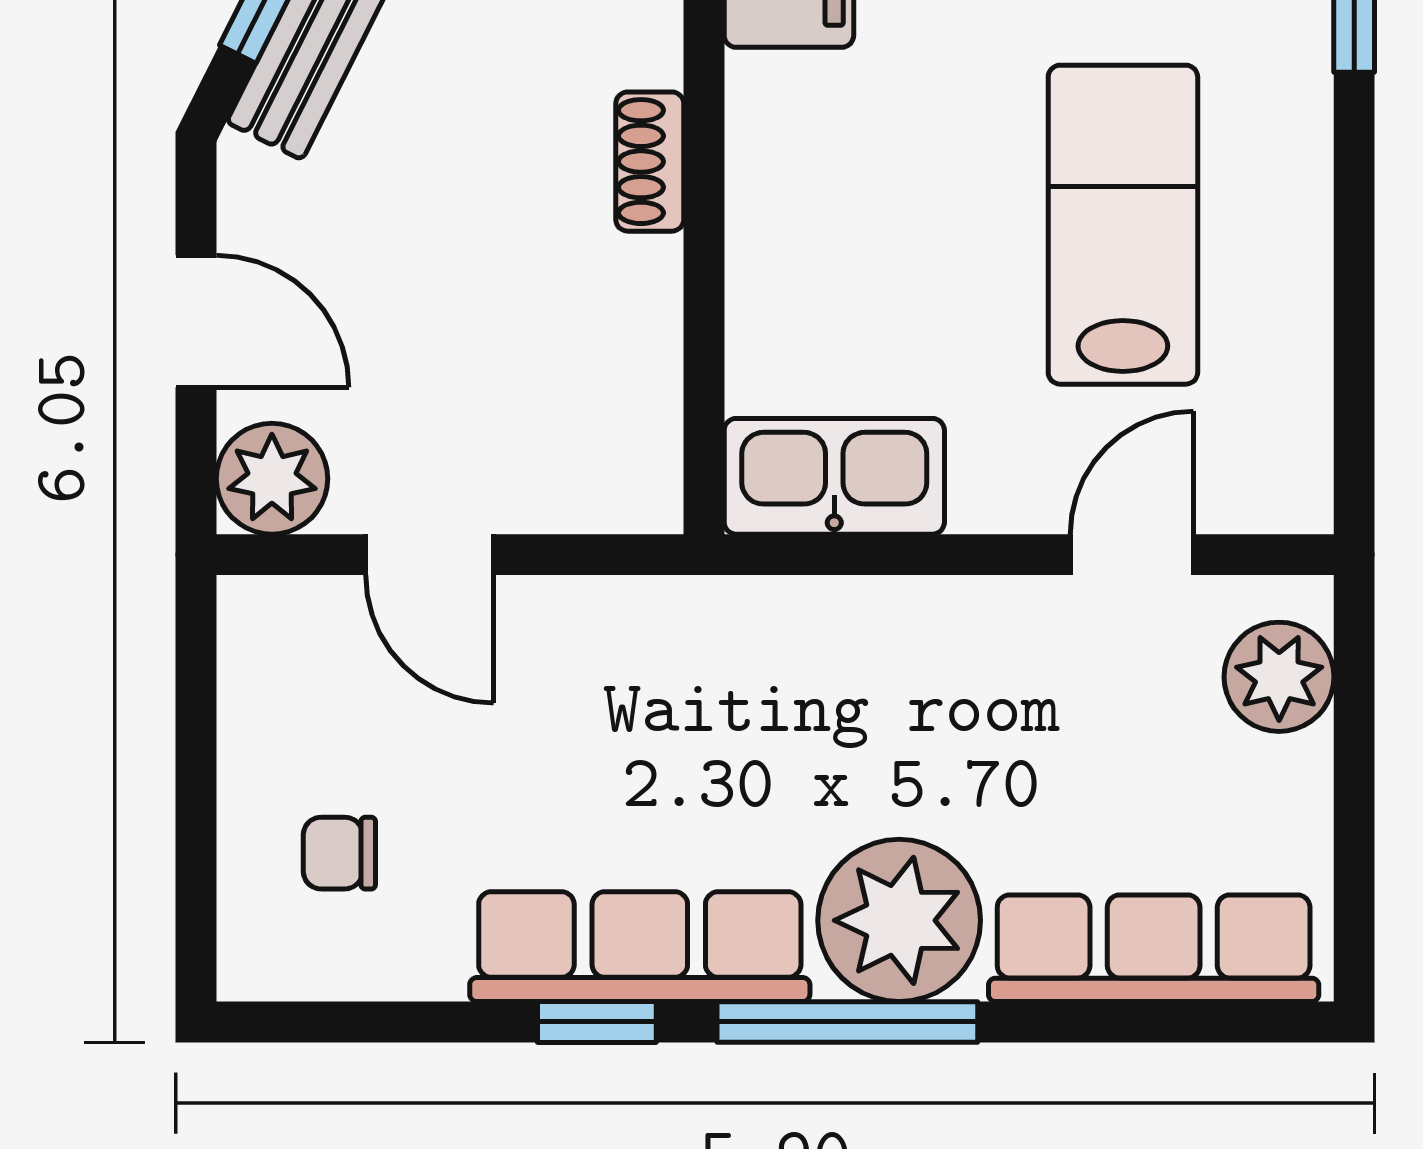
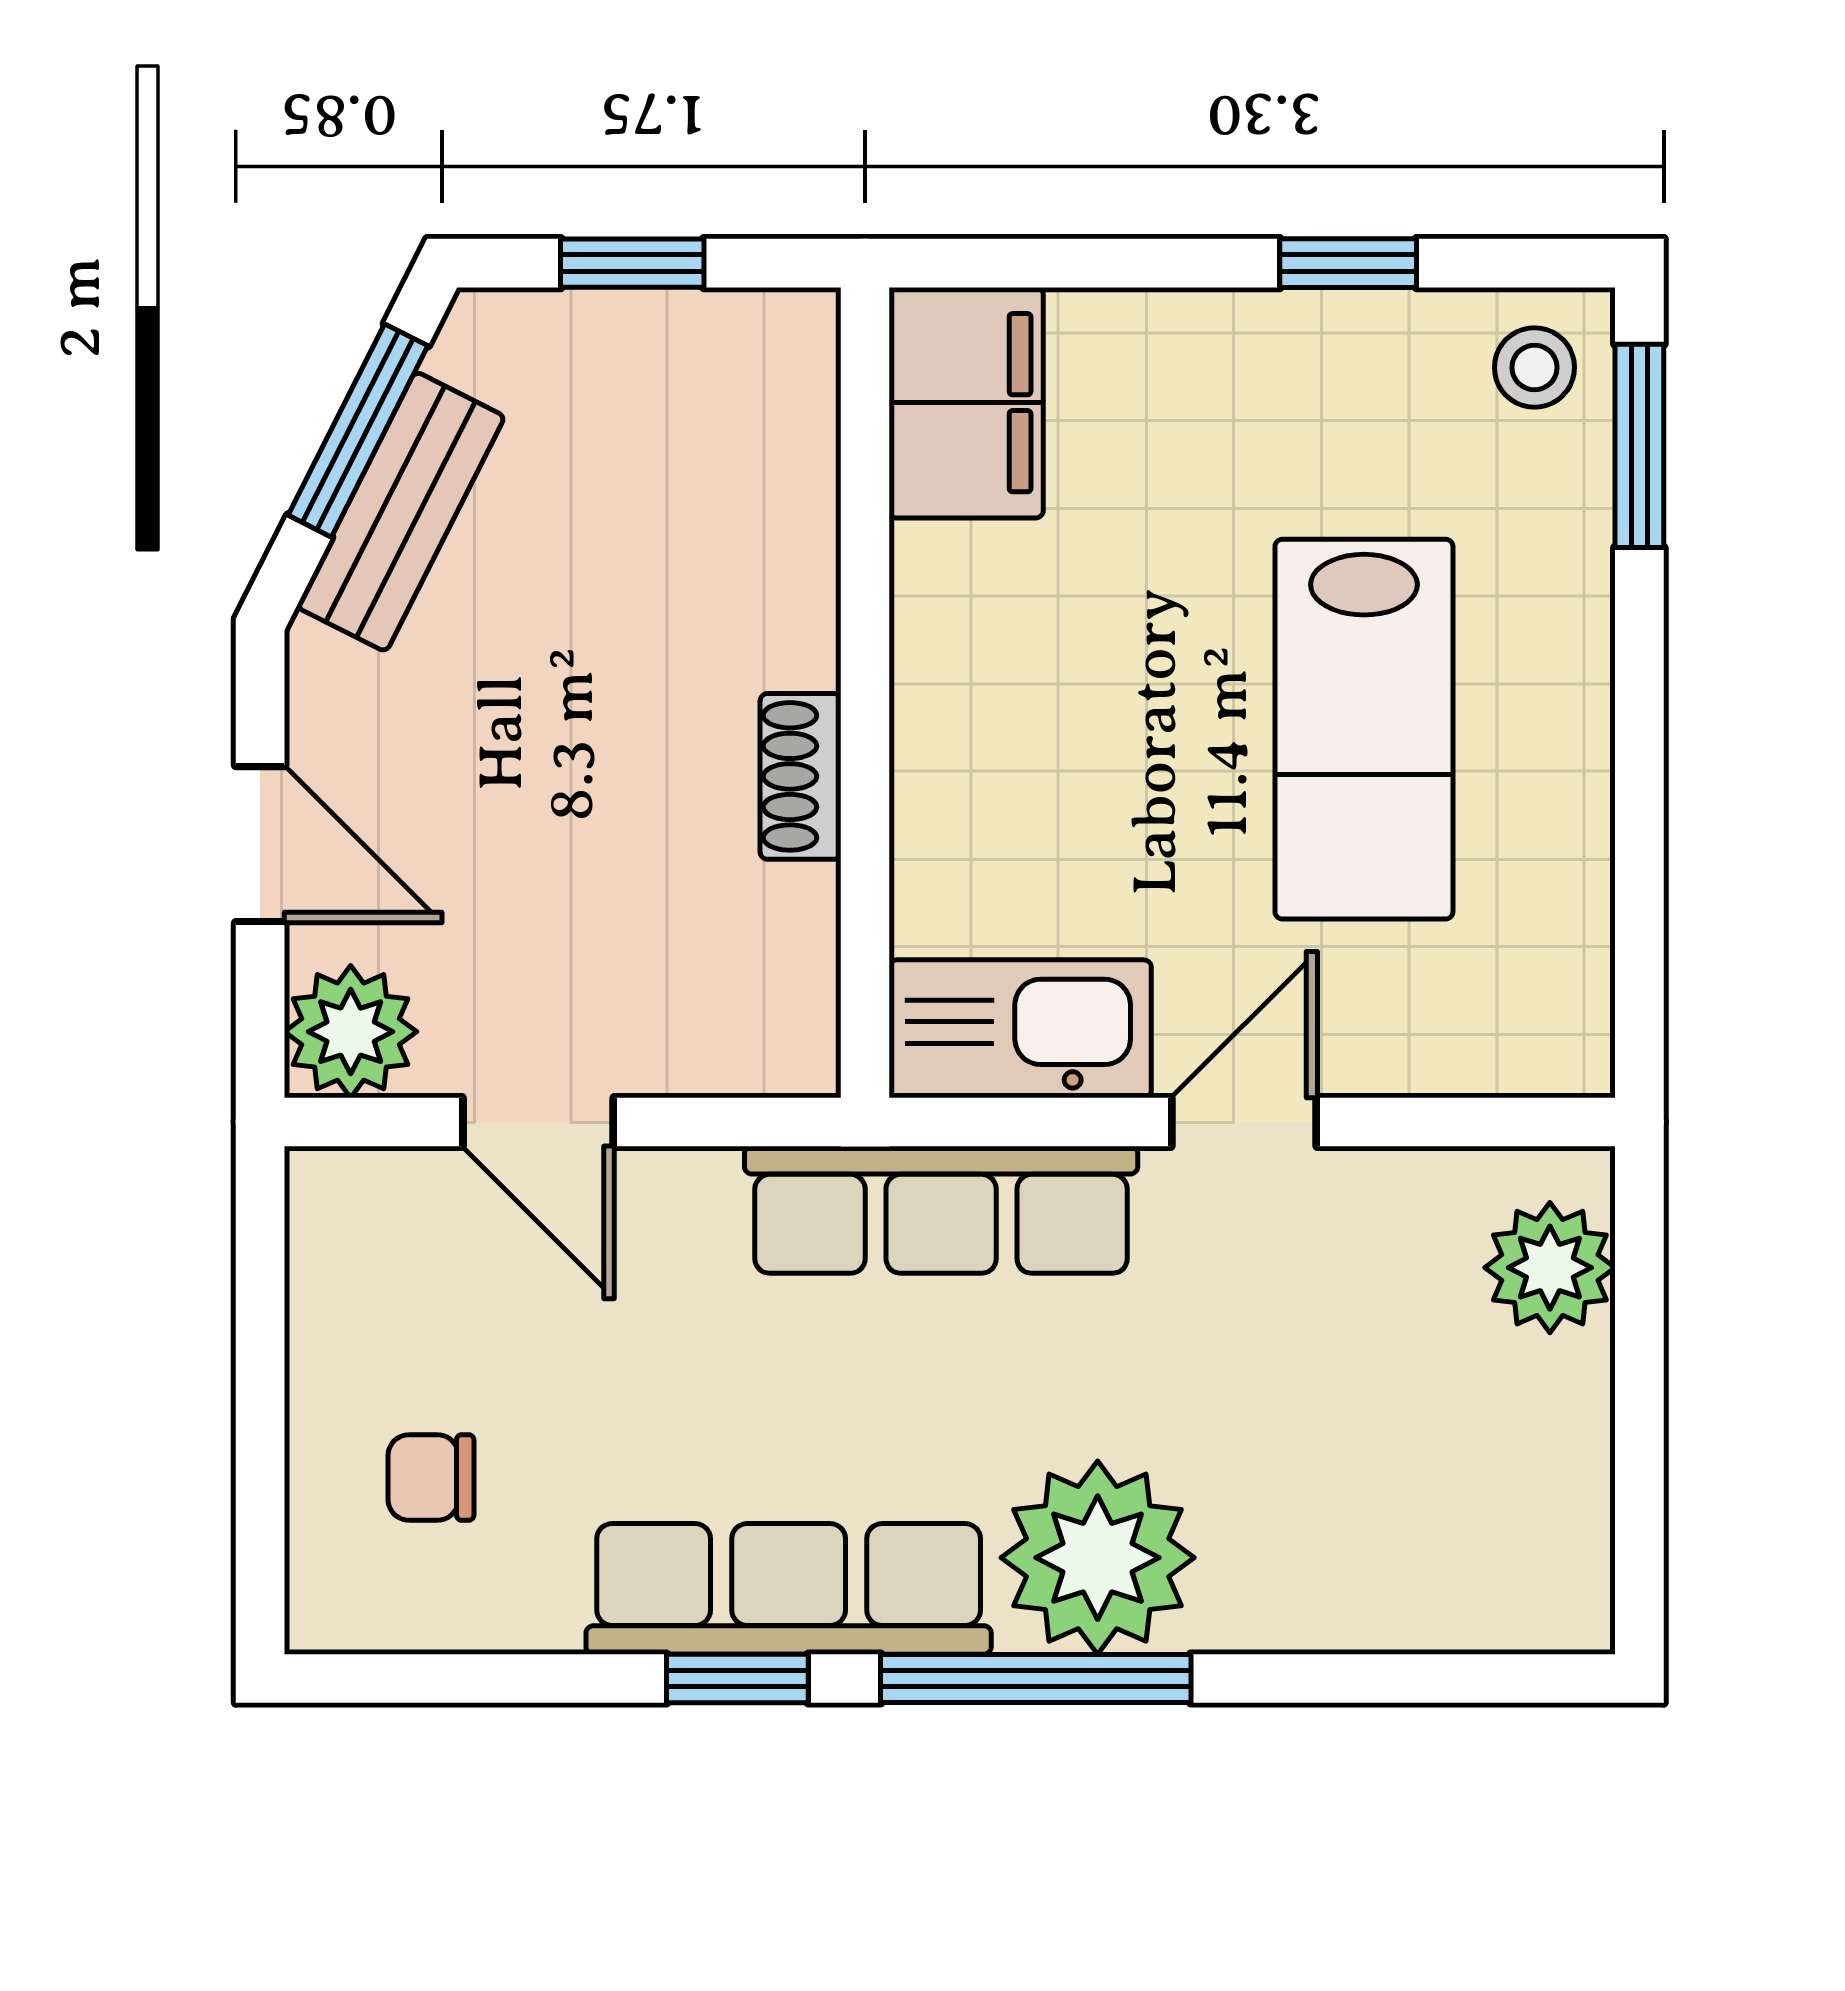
shoe rack: (650, 162) -> (801, 776), moved
lab bench: (1123, 225) -> (1364, 729), turned 180
door: (1132, 555) -> (1244, 1122), moved
row of seats: (1154, 948) -> (941, 1210), moved, turned 180

